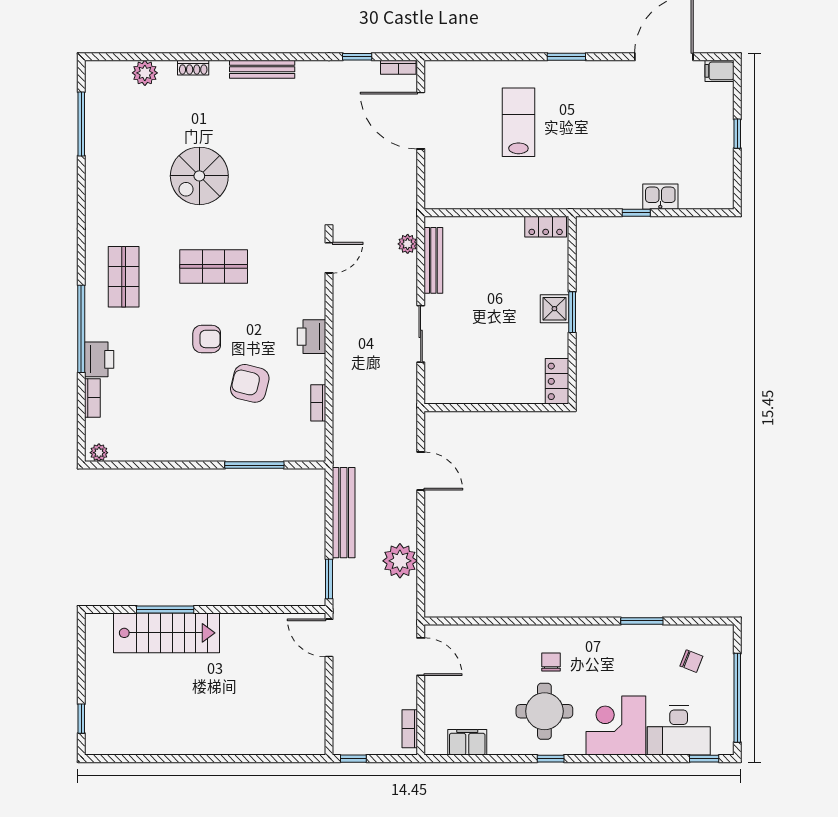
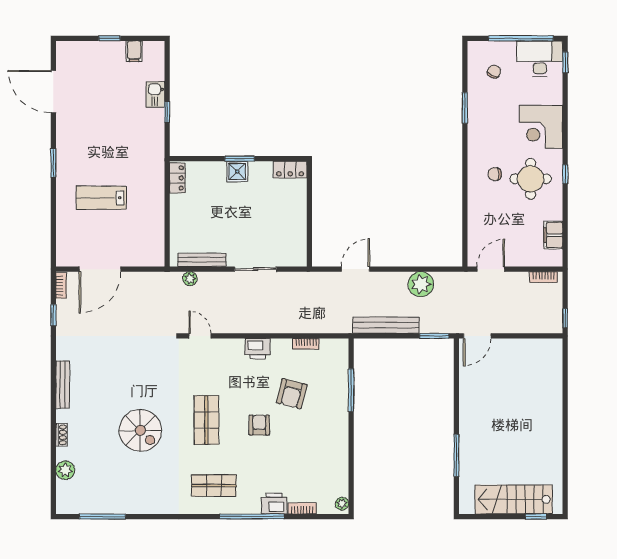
filing cabinet: (719, 71) -> (134, 51), moved
stairs: (167, 633) -> (514, 499), moved, turned -90
desk: (679, 731) -> (540, 59), moved, turned -90

